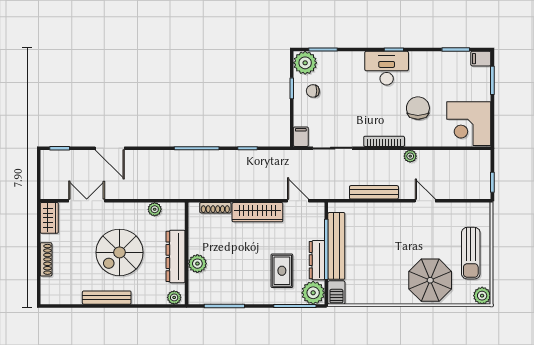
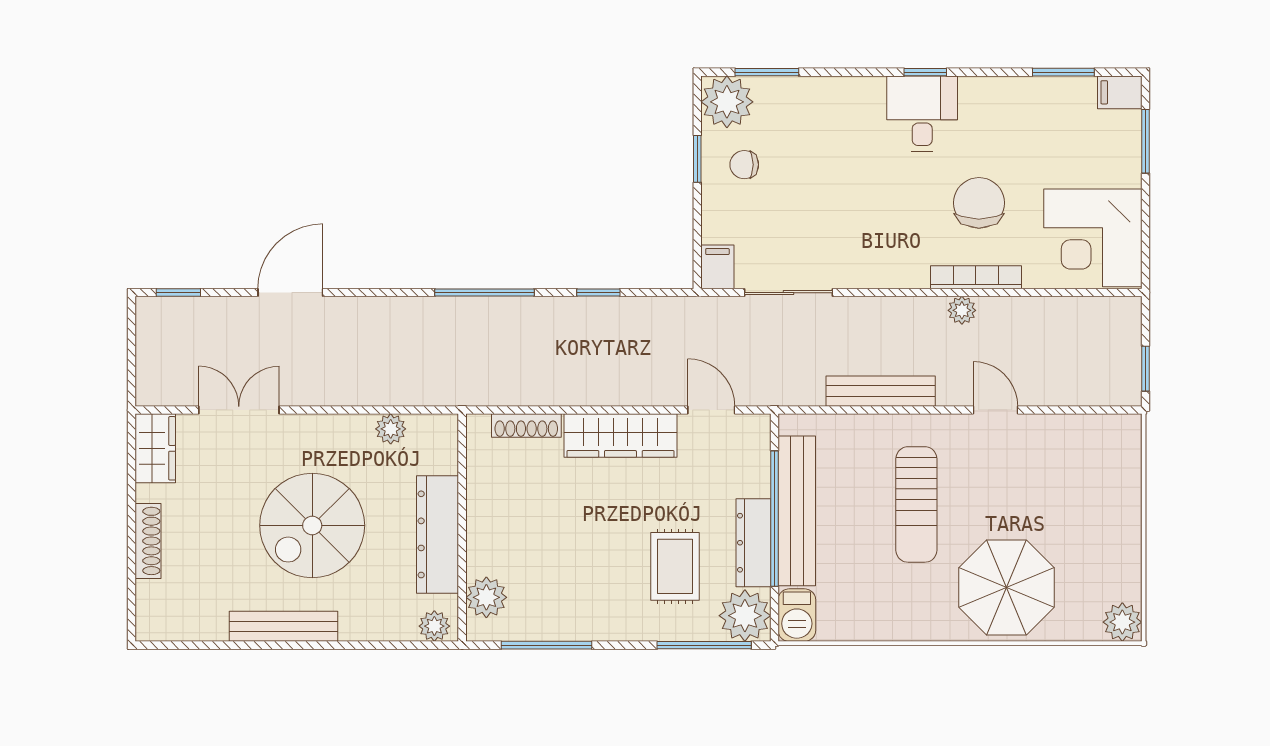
desk: (387, 68) -> (922, 114), width x0.73
bookcase: (384, 141) -> (976, 277), moved
door: (110, 148) -> (290, 293), swing flipped
sun lounger: (471, 253) -> (916, 504), moved
plant: (197, 264) -> (486, 597), moved

